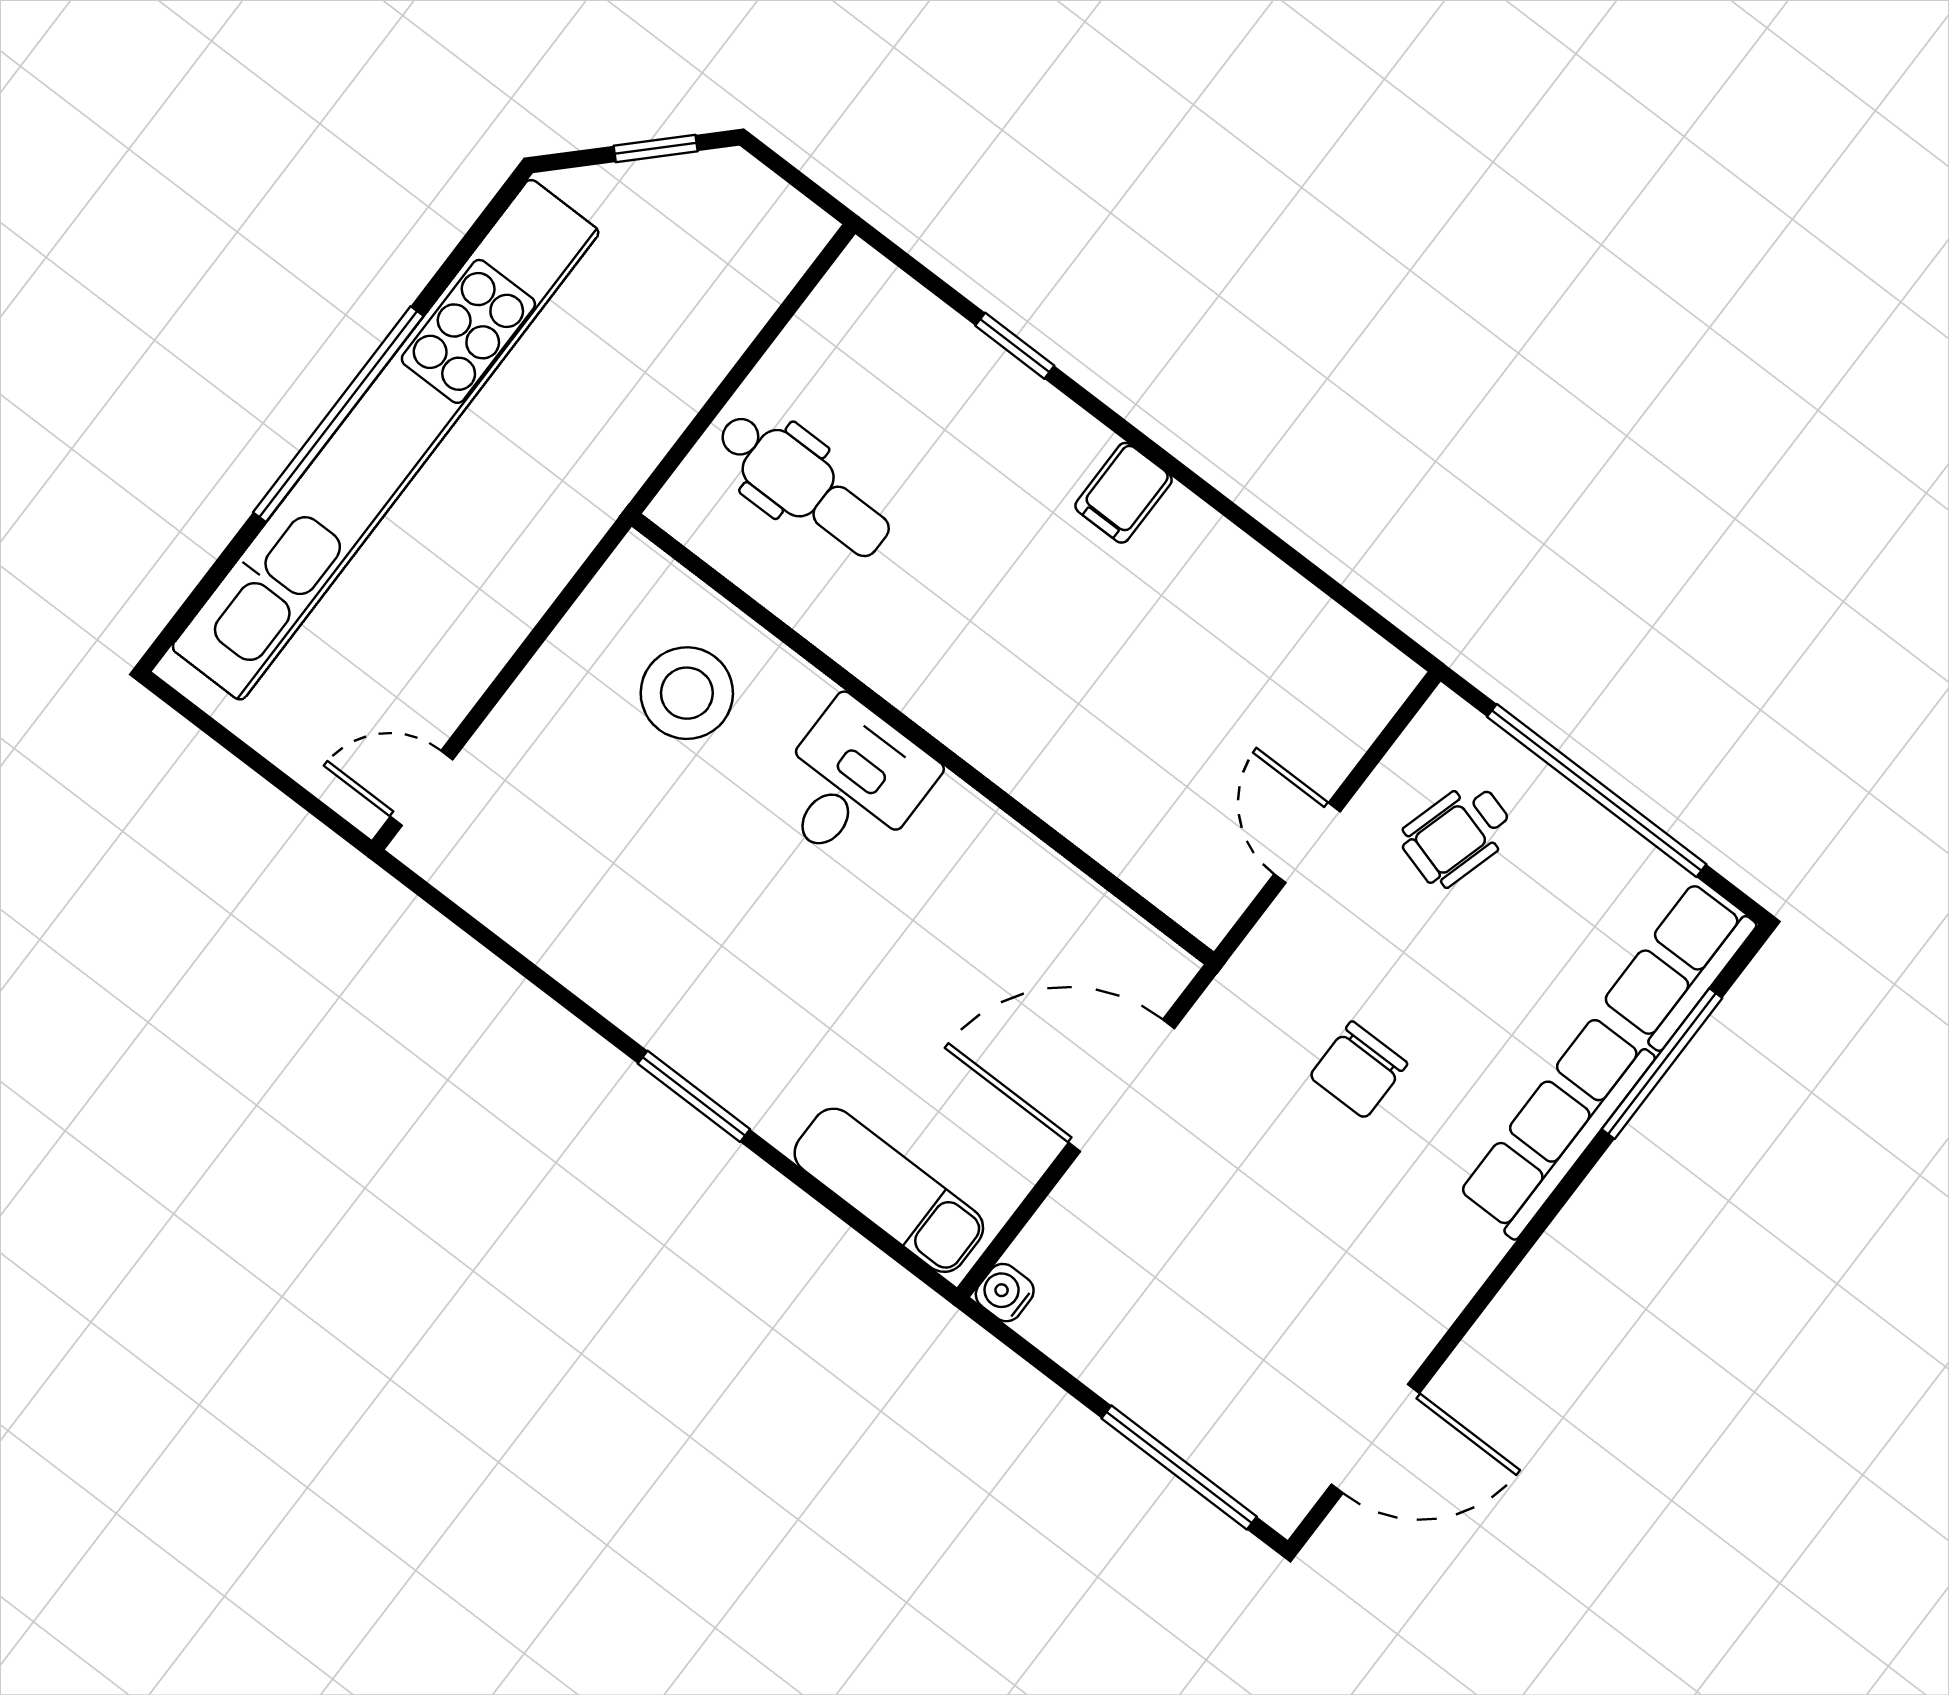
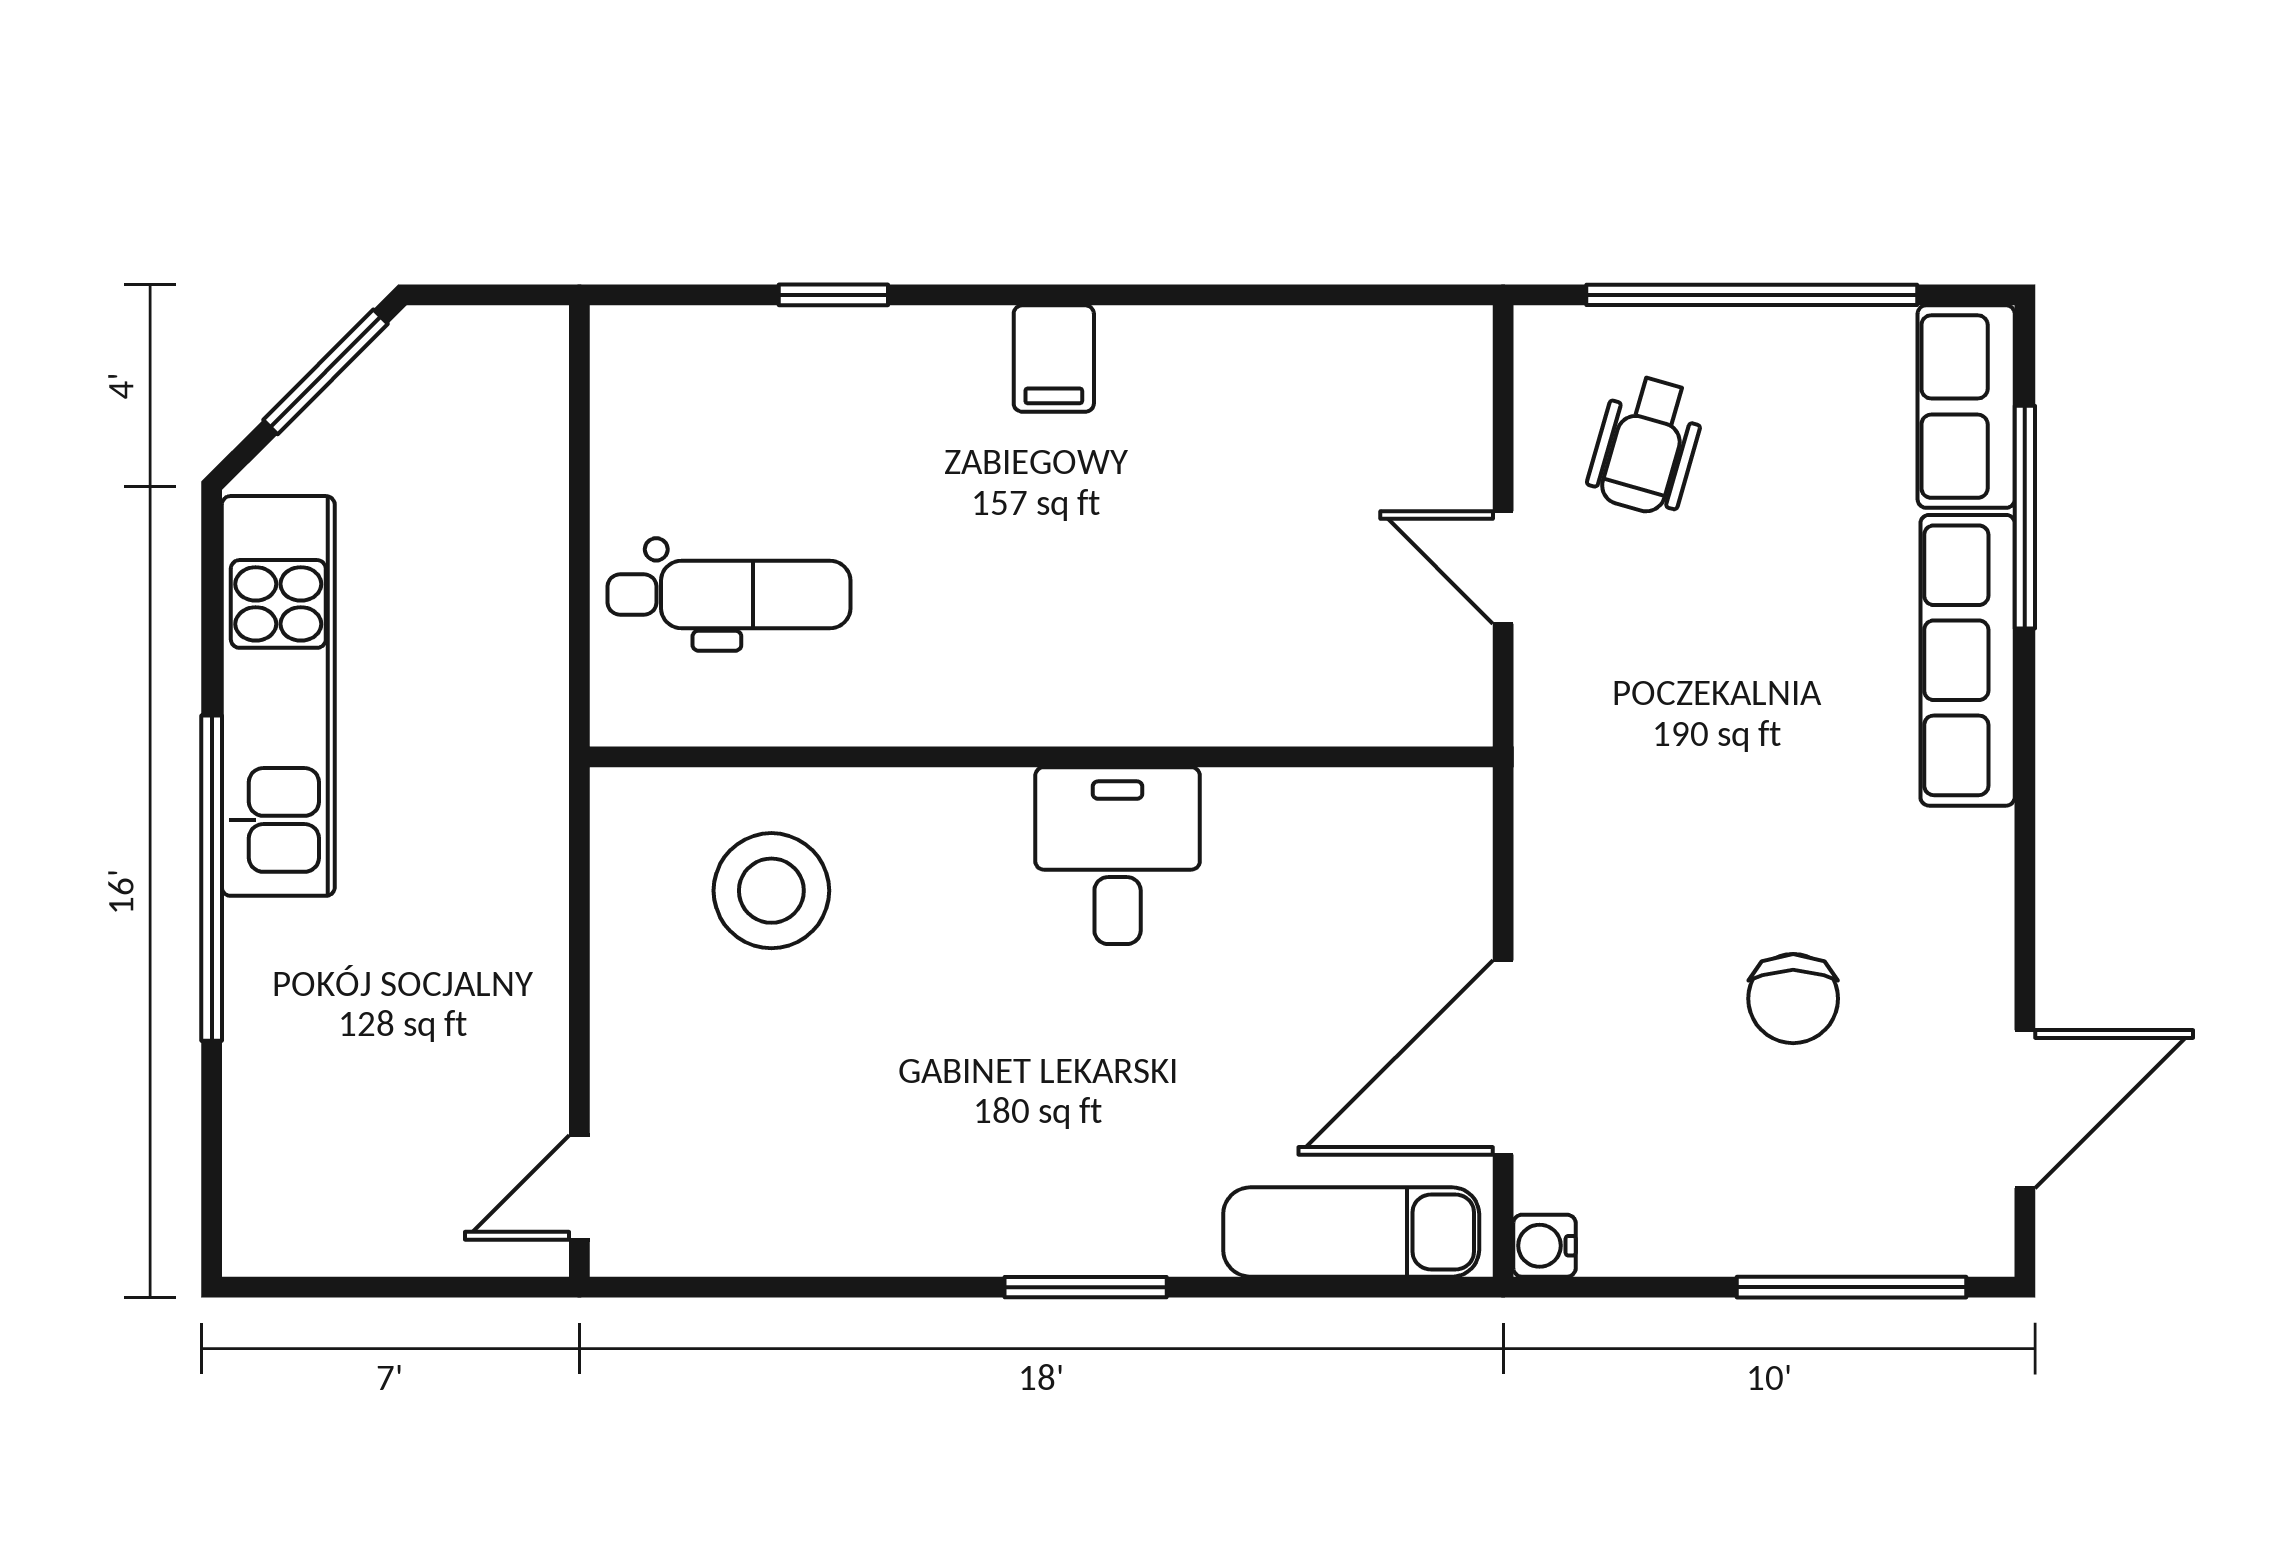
window: (656, 148) -> (325, 372), width x1.50
kitchen unit: (386, 440) -> (278, 696), width x0.54
desk: (852, 784) -> (1118, 856), moved
chair: (1358, 1070) -> (1793, 999), moved
door: (1122, 1086) -> (1503, 1058), moved

